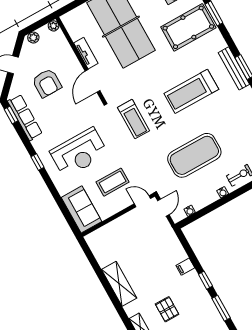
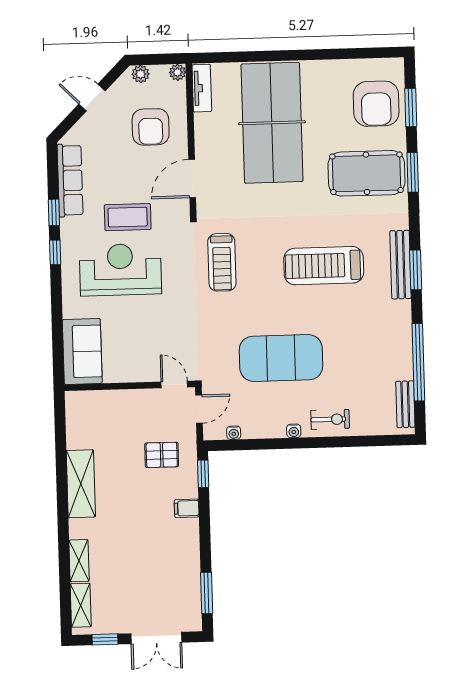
tv unit: (86, 53) -> (202, 88), moved
armchair: (47, 83) -> (151, 127), moved
window: (11, 115) -> (54, 212), moved
reception desk: (79, 153) -> (120, 270), turned 180
coffee table: (113, 182) -> (128, 217), moved
window: (205, 280) -> (203, 474), moved
pallet: (167, 309) -> (162, 455), moved, turned 90

